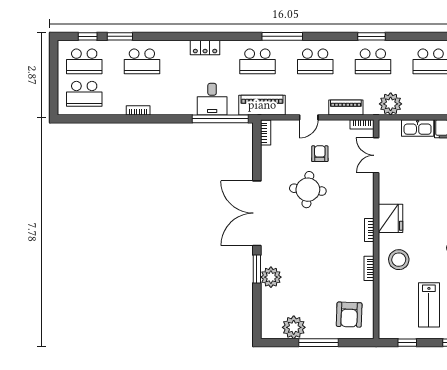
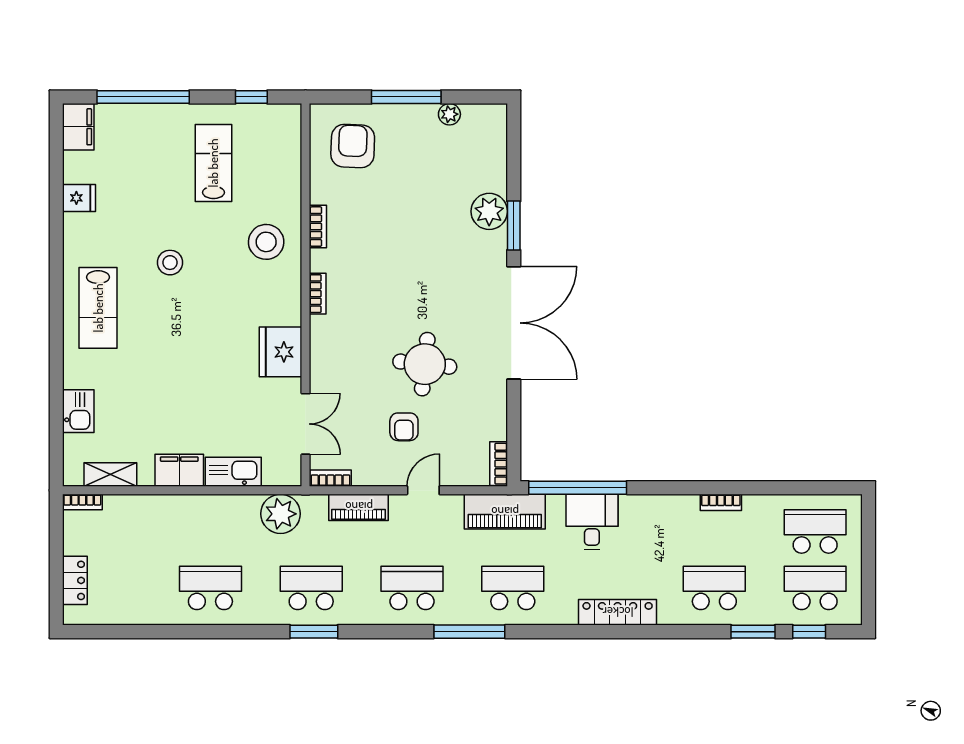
locker: (205, 47) -> (618, 612), width x1.53
fridge: (390, 218) -> (281, 352), moved
plant: (294, 327) -> (449, 114), width x0.53, depth x0.53

